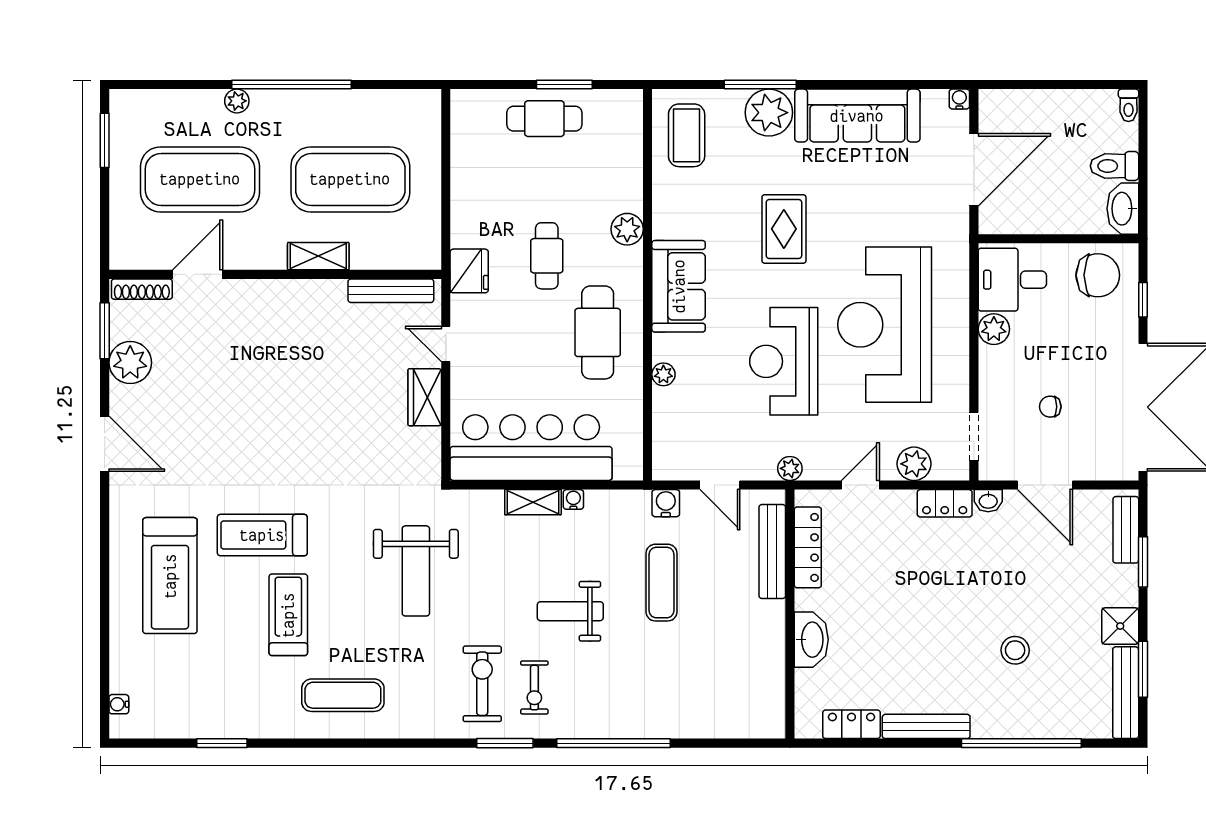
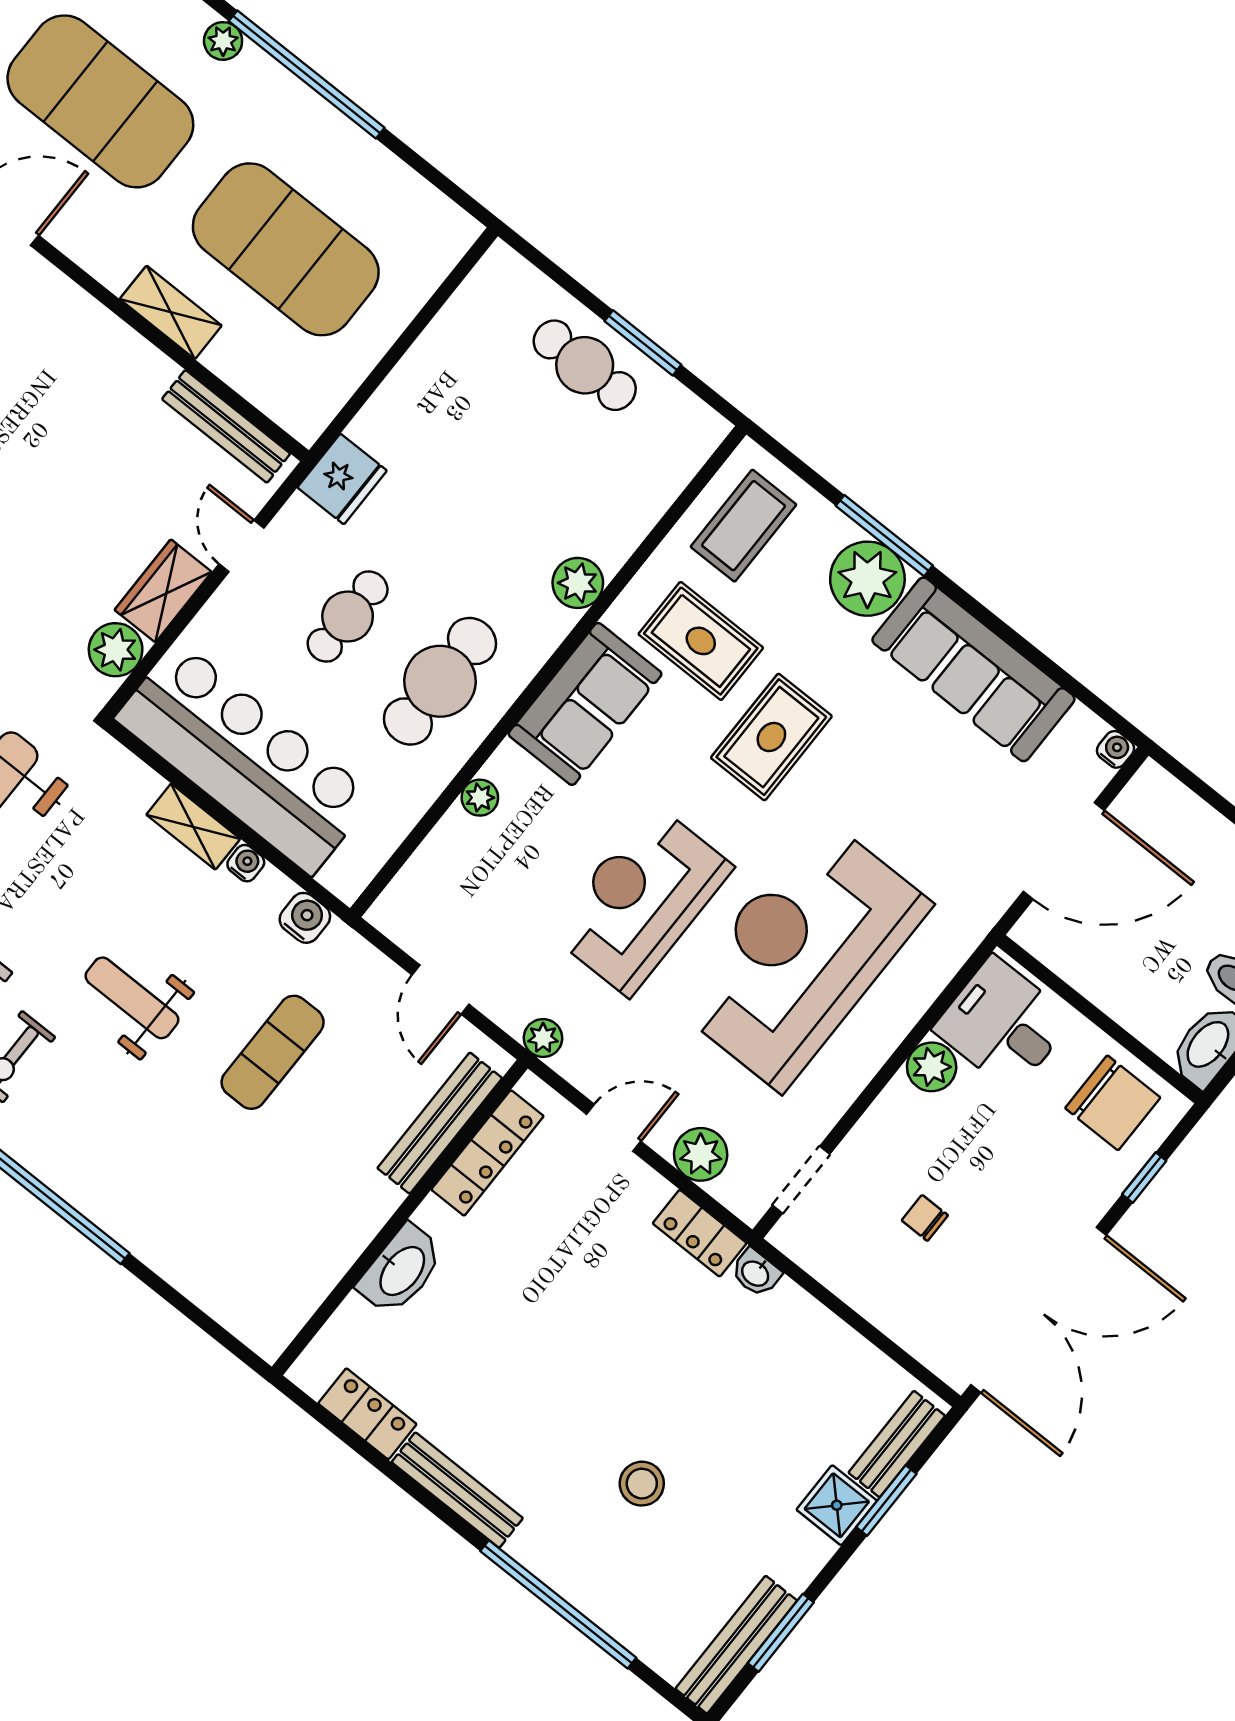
rug: (711, 209) -> (701, 641), added
cafe table: (547, 256) -> (348, 617), moved
plant: (424, 445) -> (116, 650), added
door: (1045, 485) -> (841, 1309), removed
water cooler: (666, 503) -> (305, 918), moved
shower: (1120, 626) -> (837, 1505), moved

